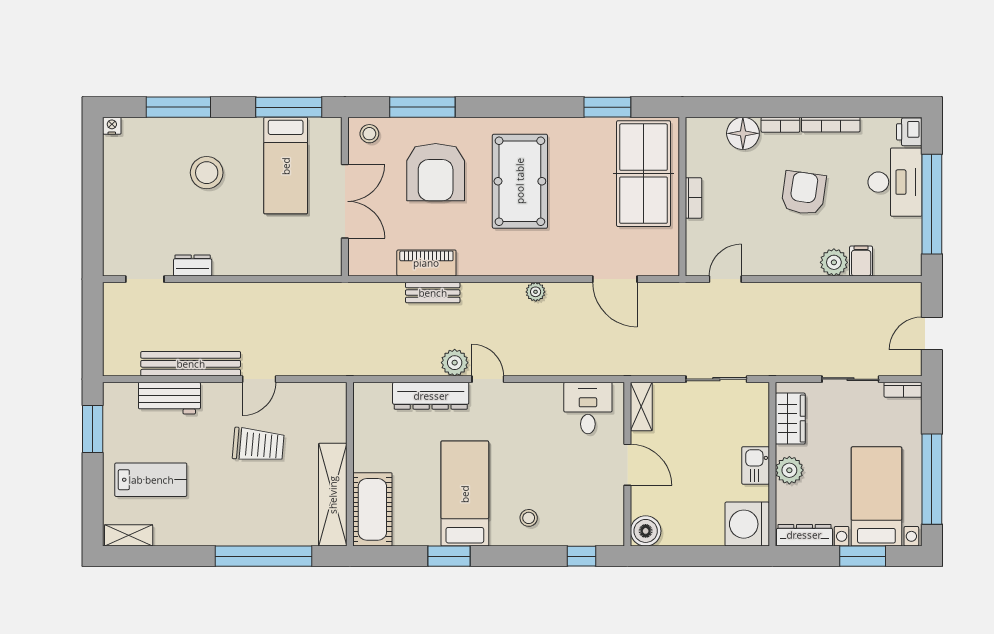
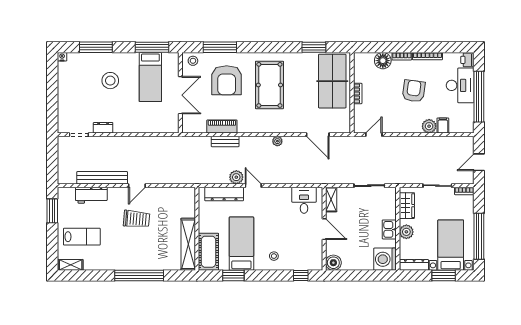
wall: (350, 464) -> (197, 229), moved
shelving: (333, 495) -> (188, 244), moved
cot: (372, 509) -> (208, 252), moved

